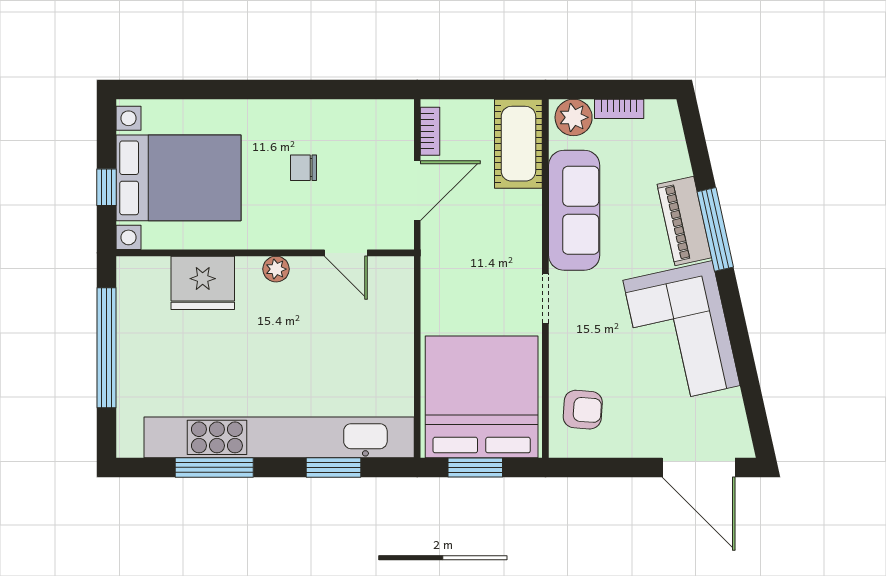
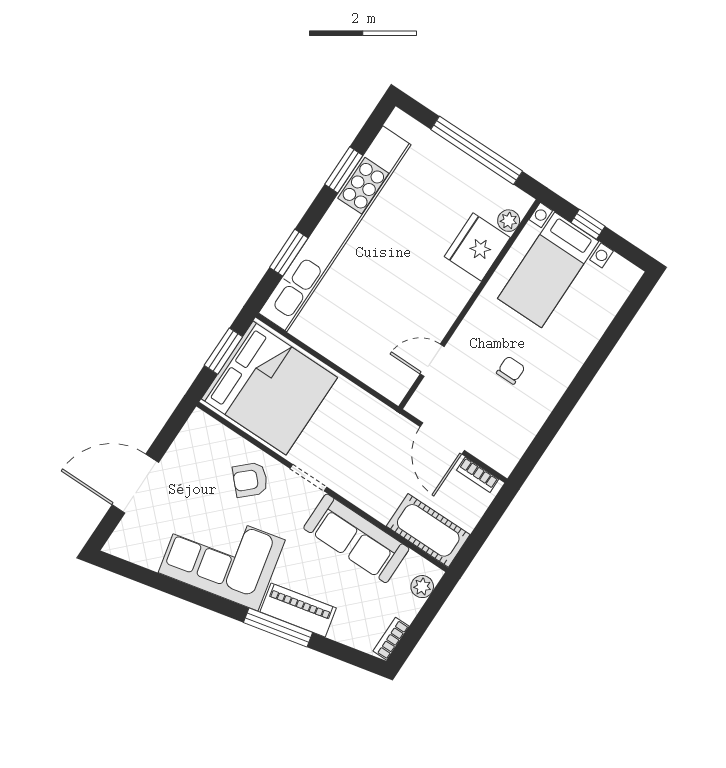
bookcase: (619, 109) -> (391, 639), moved
plant: (574, 117) -> (422, 587), width x0.73, depth x0.73
bed with nightstands: (178, 178) -> (548, 270), width x0.73
plant: (276, 269) -> (509, 221), moved
armchair: (583, 410) -> (250, 480), moved, turned 43
window: (214, 467) -> (344, 170), width x0.69
door: (699, 467) -> (135, 484), moved

